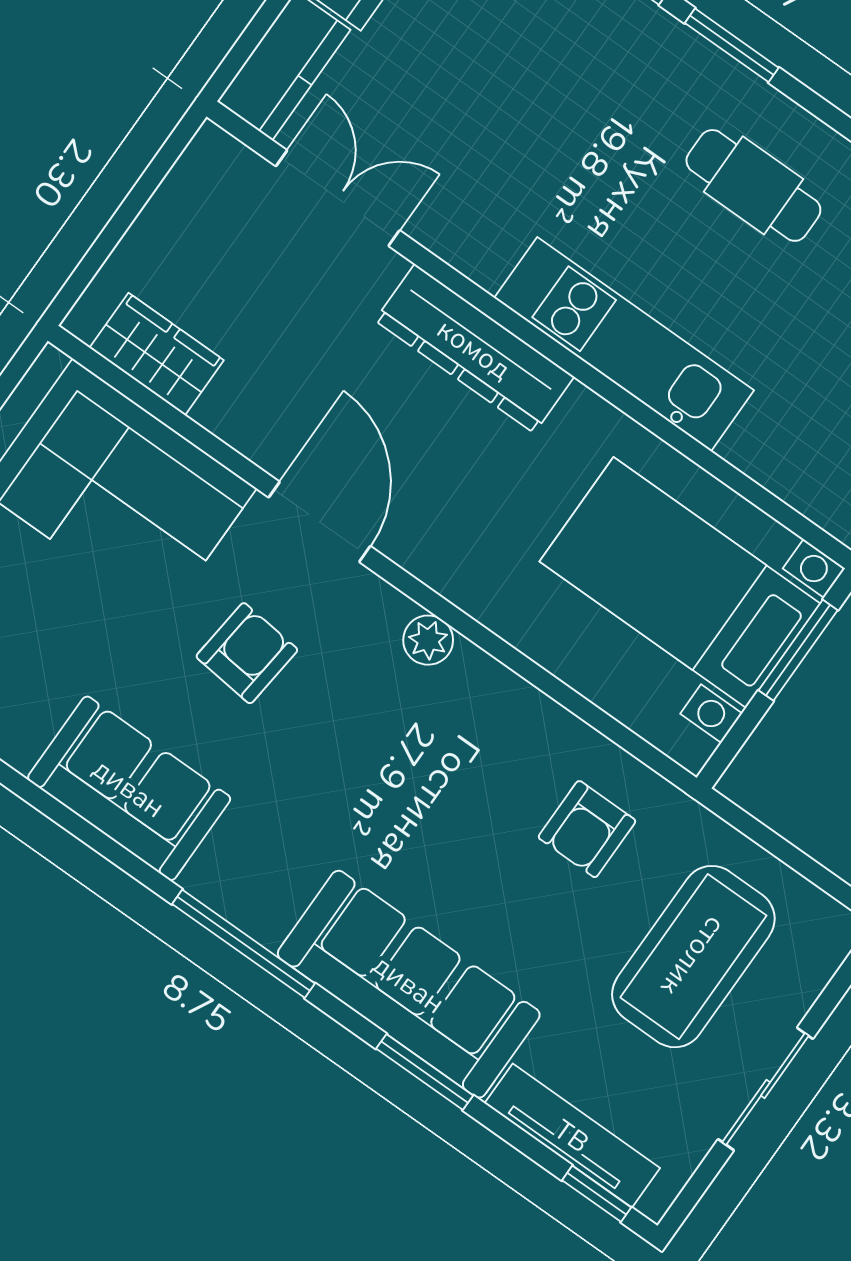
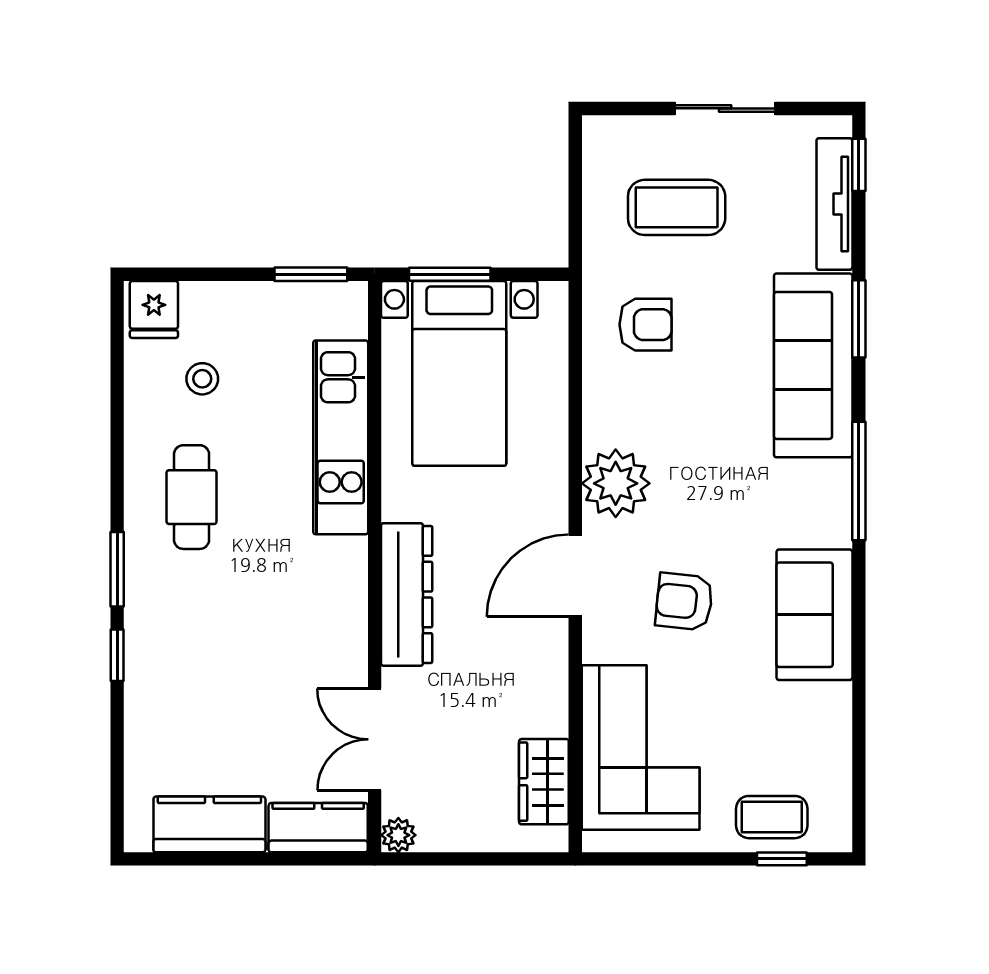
plant: (212, 149) -> (398, 835), added
kitchen unit: (624, 344) -> (341, 437), moved
door: (319, 522) -> (575, 576), moved
plant: (428, 640) -> (616, 483), width x1.87, depth x1.87
coffee table: (693, 957) -> (677, 207), width x0.73, depth x0.76

